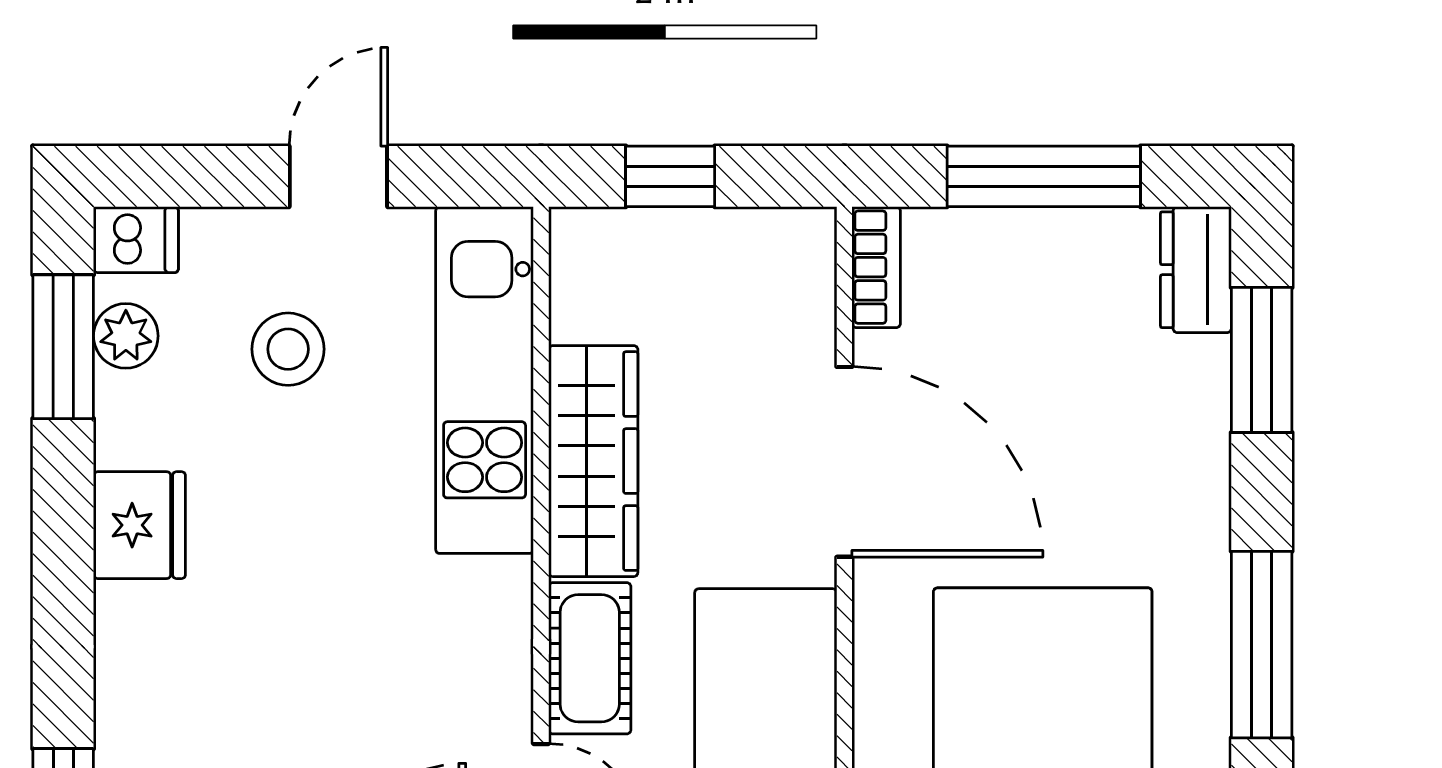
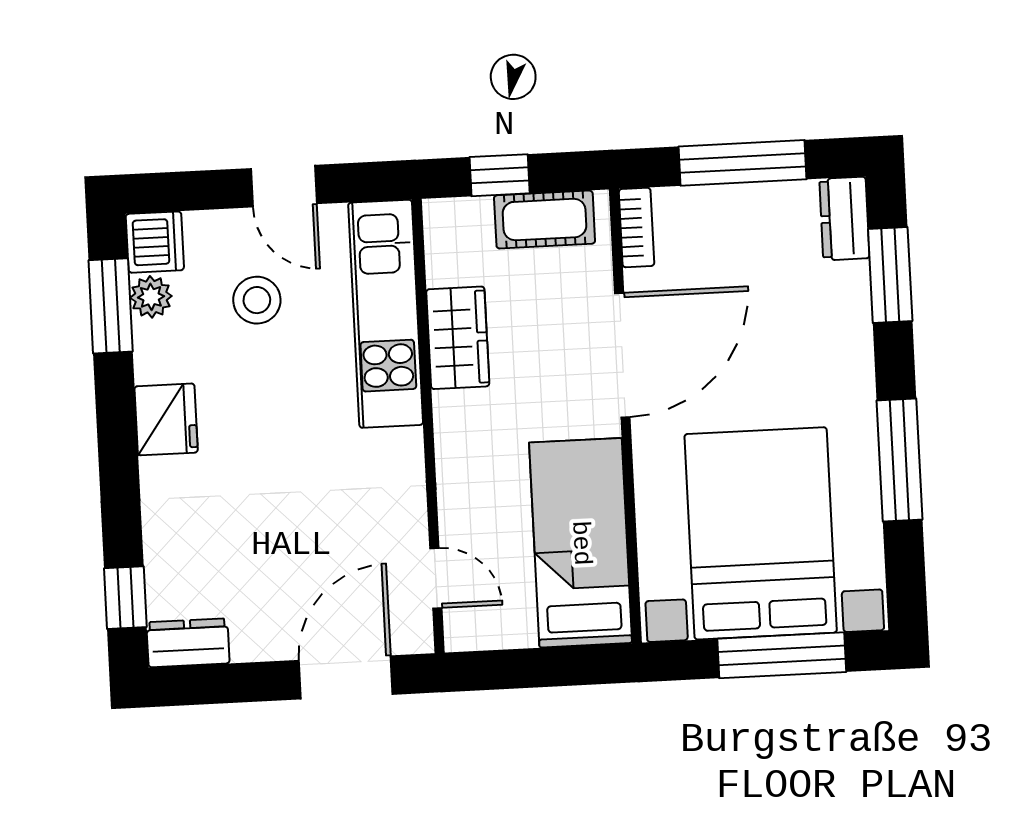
door: (338, 176) -> (284, 186), swing flipped
dishwasher: (136, 240) -> (155, 242), width x1.38
wardrobe: (593, 461) -> (458, 338), width x0.67
door: (844, 462) -> (622, 355), hinge flipped
cot: (590, 658) -> (545, 220), moved, turned 90

